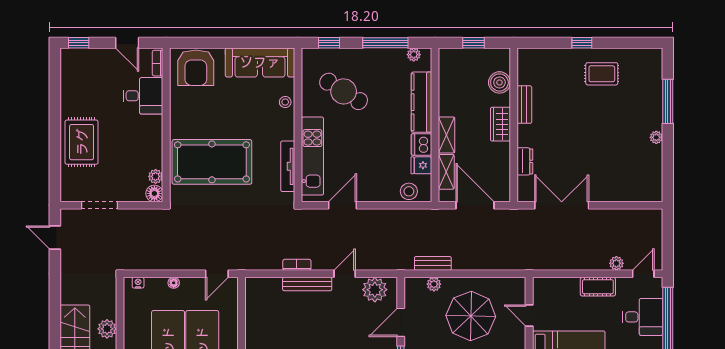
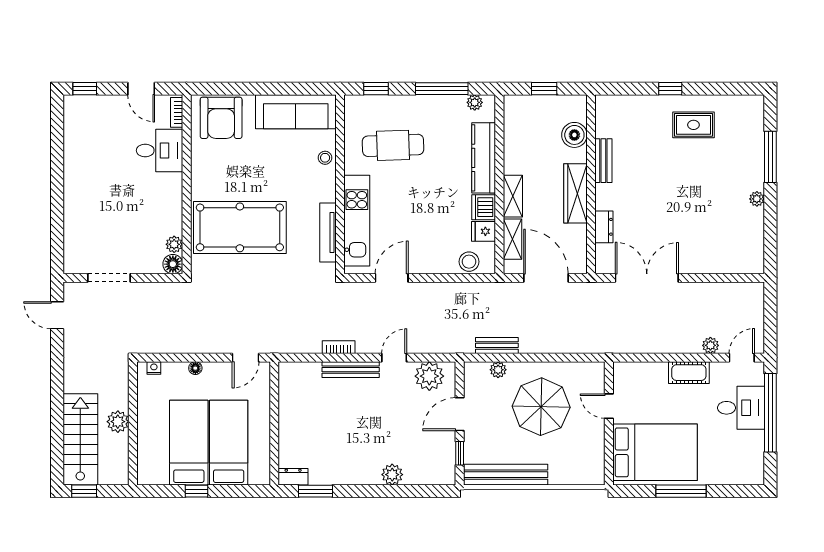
cafe table: (344, 91) -> (393, 145), turned -34
wardrobe: (500, 124) -> (576, 193), width x1.50
rug: (82, 142) -> (88, 204), removed

